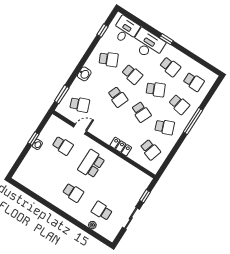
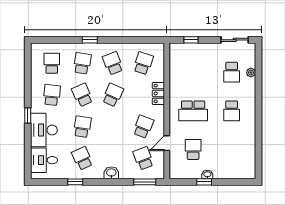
window: (103, 31) -> (75, 182), moved
school desk: (118, 97) -> (143, 127), moved
window: (193, 121) -> (90, 40), width x0.46
door: (80, 129) -> (167, 143), hinge flipped
school desk: (73, 193) -> (232, 111), turned 180
sliding door: (131, 218) -> (235, 40), moved

